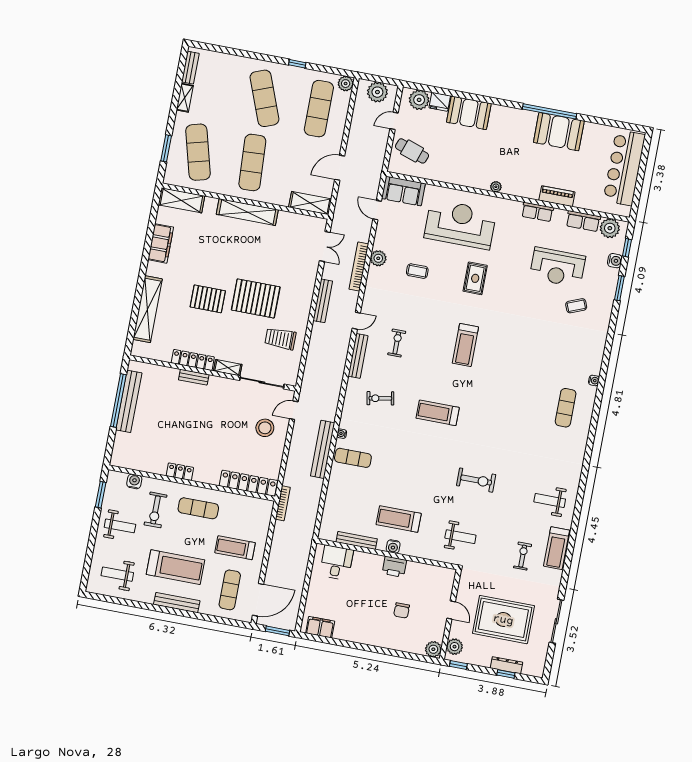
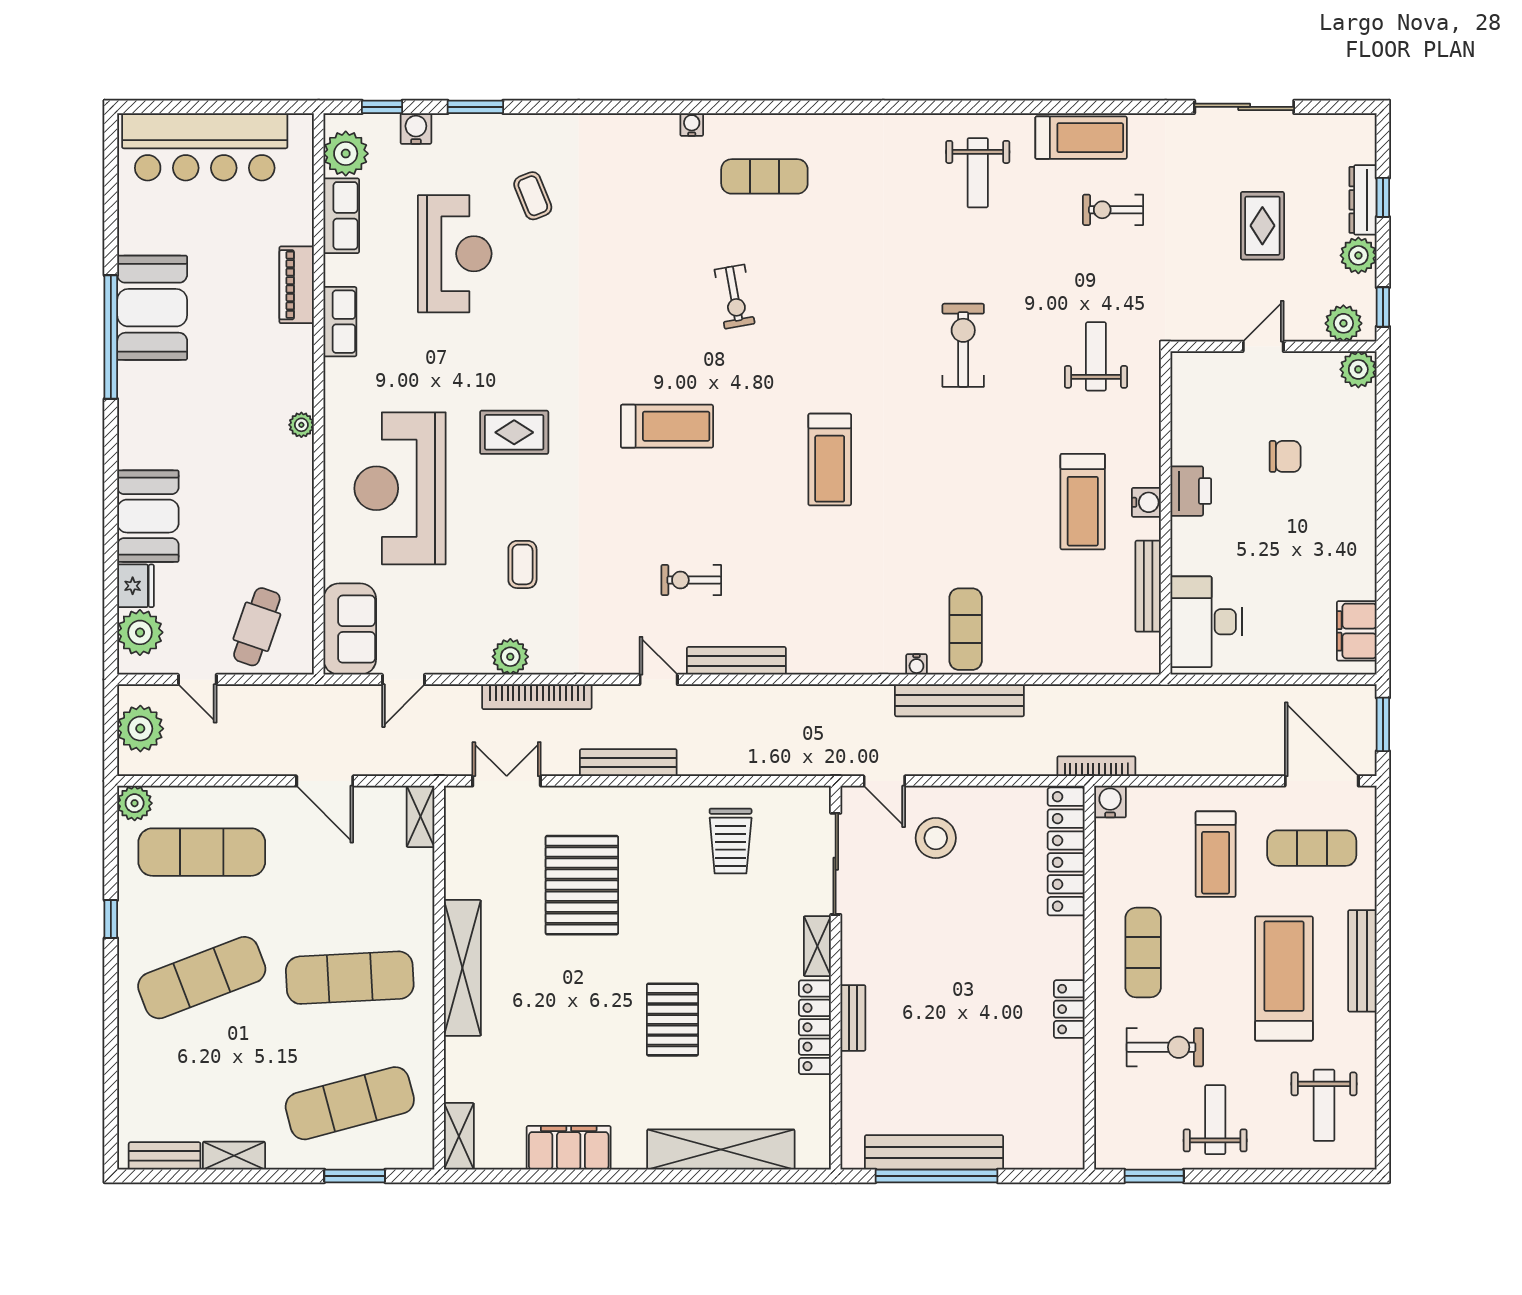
shelving: (182, 200) -> (459, 1136), width x0.67, depth x0.75
shelving: (310, 203) -> (421, 816), width x0.67, depth x0.75
pallet: (256, 298) -> (582, 885), moved
exercise bike: (380, 398) -> (735, 297), moved
water cooler: (134, 481) -> (1110, 802), moved, turned 90
desk: (336, 563) -> (1206, 622), width x1.37
rug: (503, 620) -> (1262, 226), width x0.54, depth x0.49
plant: (483, 659) -> (1358, 255), added

